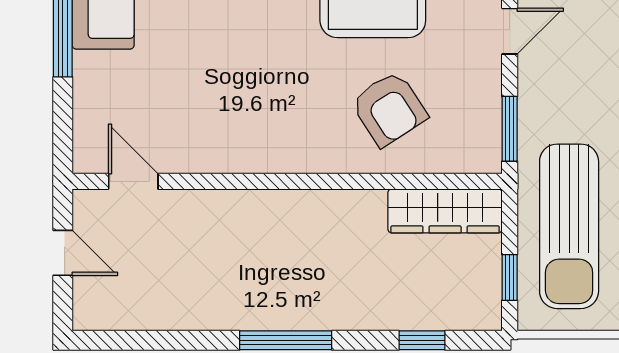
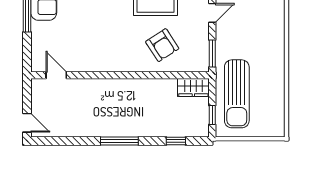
wardrobe: (445, 211) -> (193, 87), width x0.67
door: (63, 253) -> (27, 123), moved

